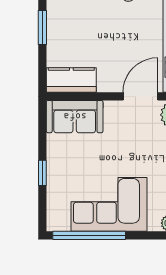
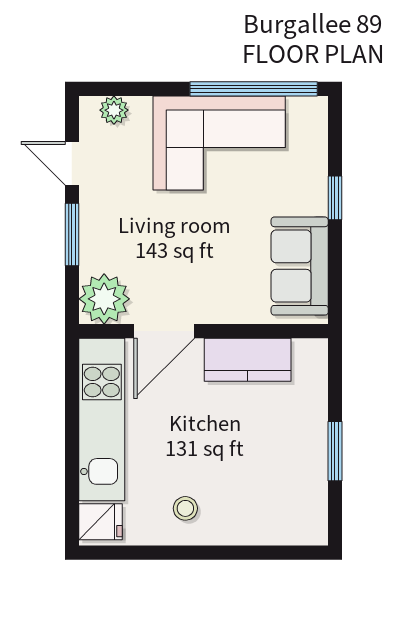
kitchen counter: (71, 80) -> (248, 360), moved
sofa: (75, 117) -> (300, 266), moved, turned -90

